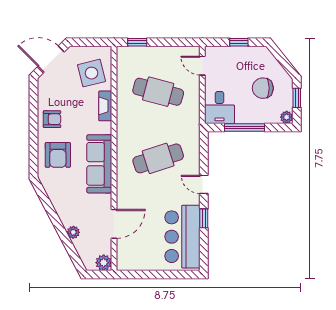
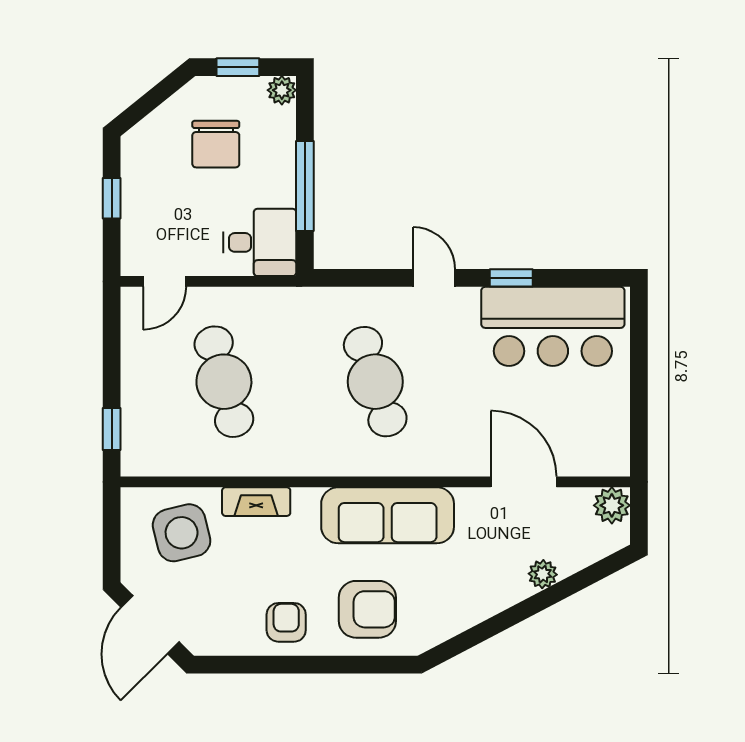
cafe table: (158, 92) -> (224, 382), turned -30
door: (204, 184) -> (434, 278), swing flipped

